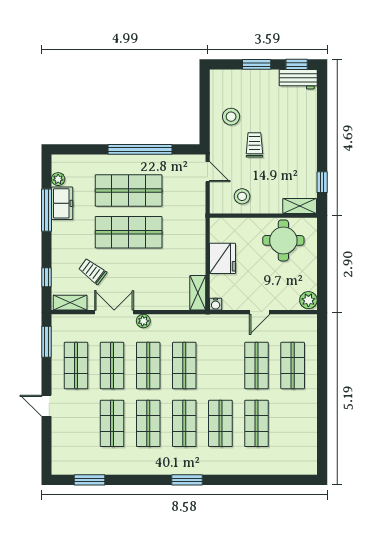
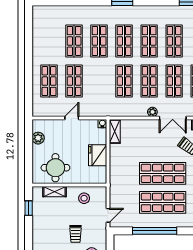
door: (208, 172) -> (108, 215), swing flipped
shelving: (300, 206) -> (55, 192), moved
plant: (308, 300) -> (38, 138), moved

